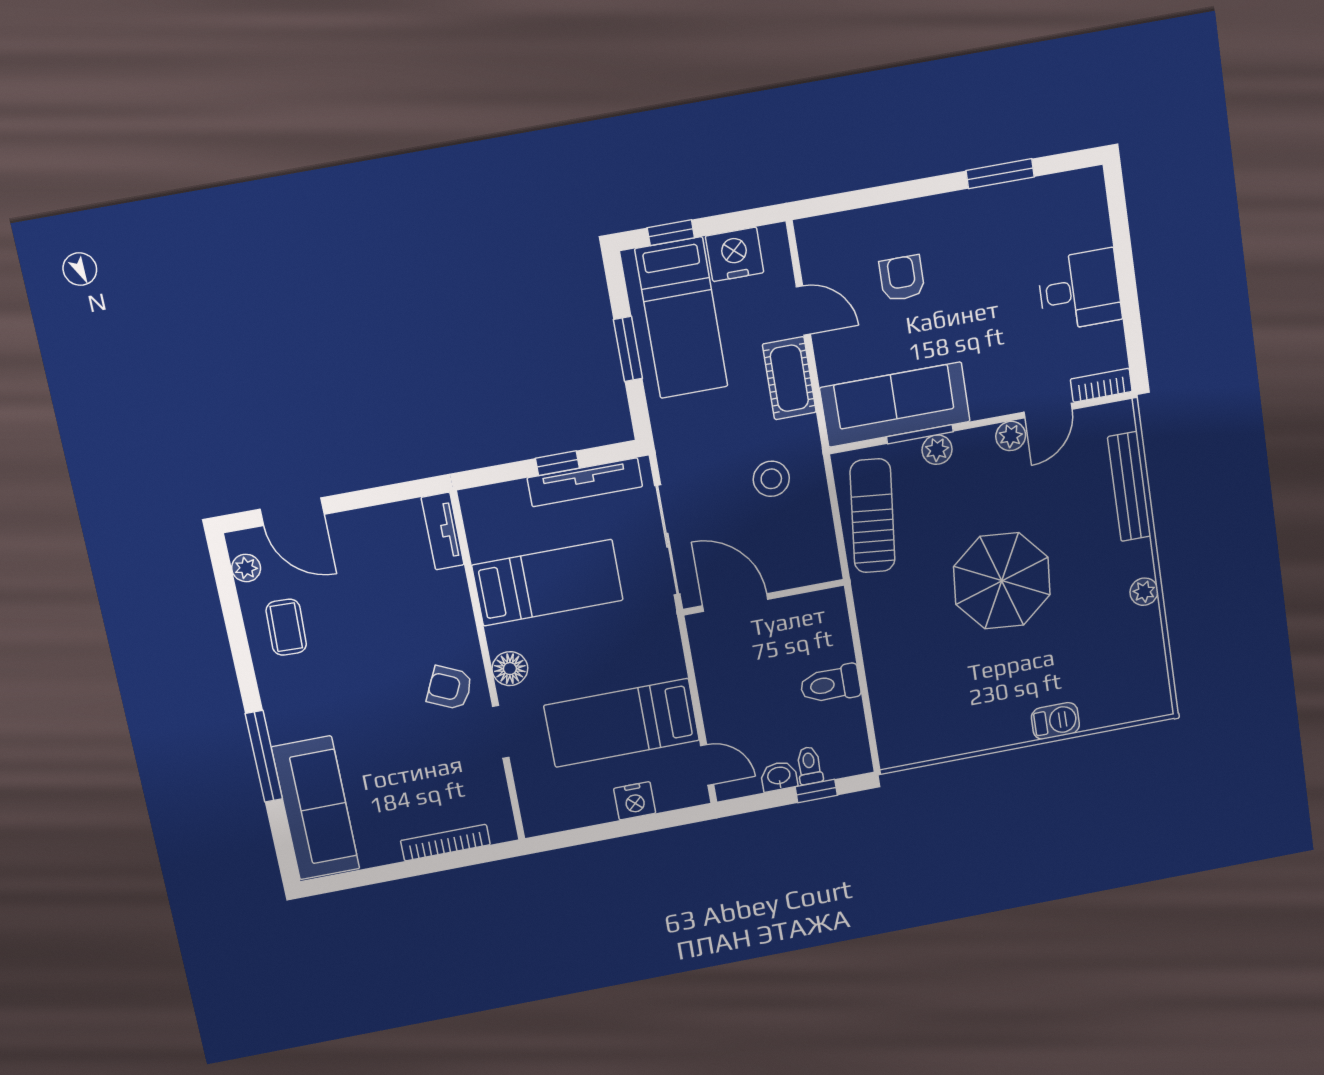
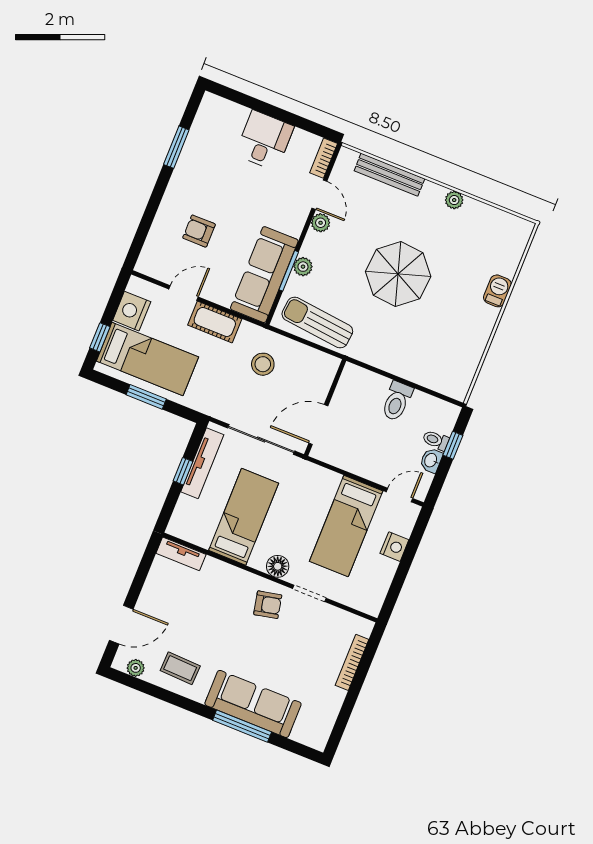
armchair: (450, 688) -> (268, 605), turned -127
sofa: (316, 808) -> (253, 704), moved

